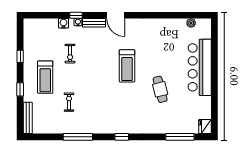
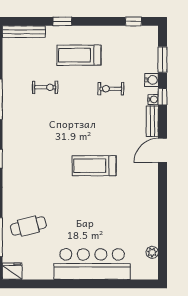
window: (48, 15) -> (163, 60), added
window: (20, 56) -> (133, 21), moved
cafe table: (160, 89) -> (28, 226), moved

